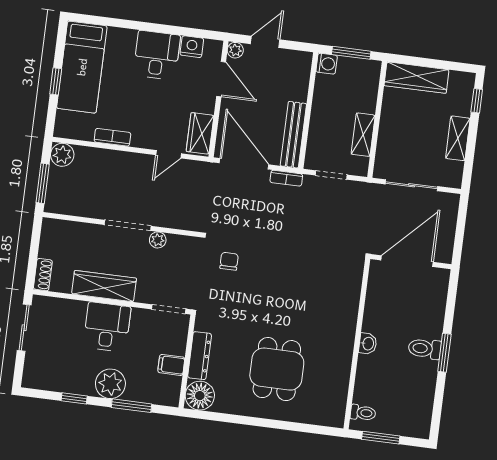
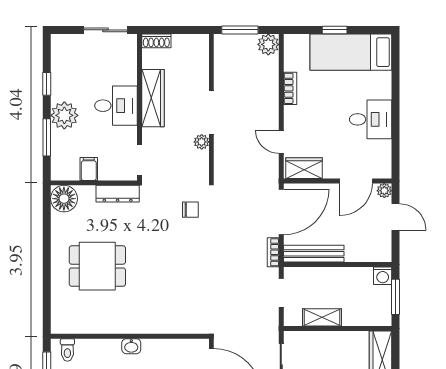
nightstand: (192, 47) -> (382, 150), removed
dresser: (200, 356) -> (118, 194), moved

